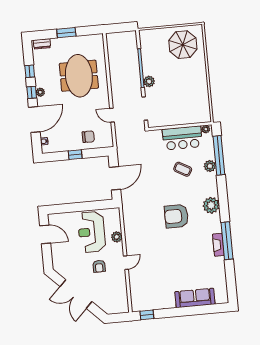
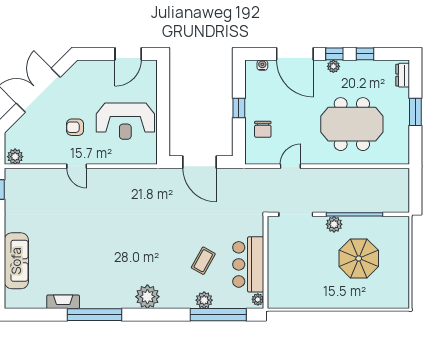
parasol: (183, 45) -> (359, 258), moved
armchair: (176, 216) -> (137, 245), removed
reception desk: (92, 232) -> (125, 121), turned 180
plant: (117, 237) -> (15, 157), moved
fireplace: (218, 245) -> (63, 302), moved

